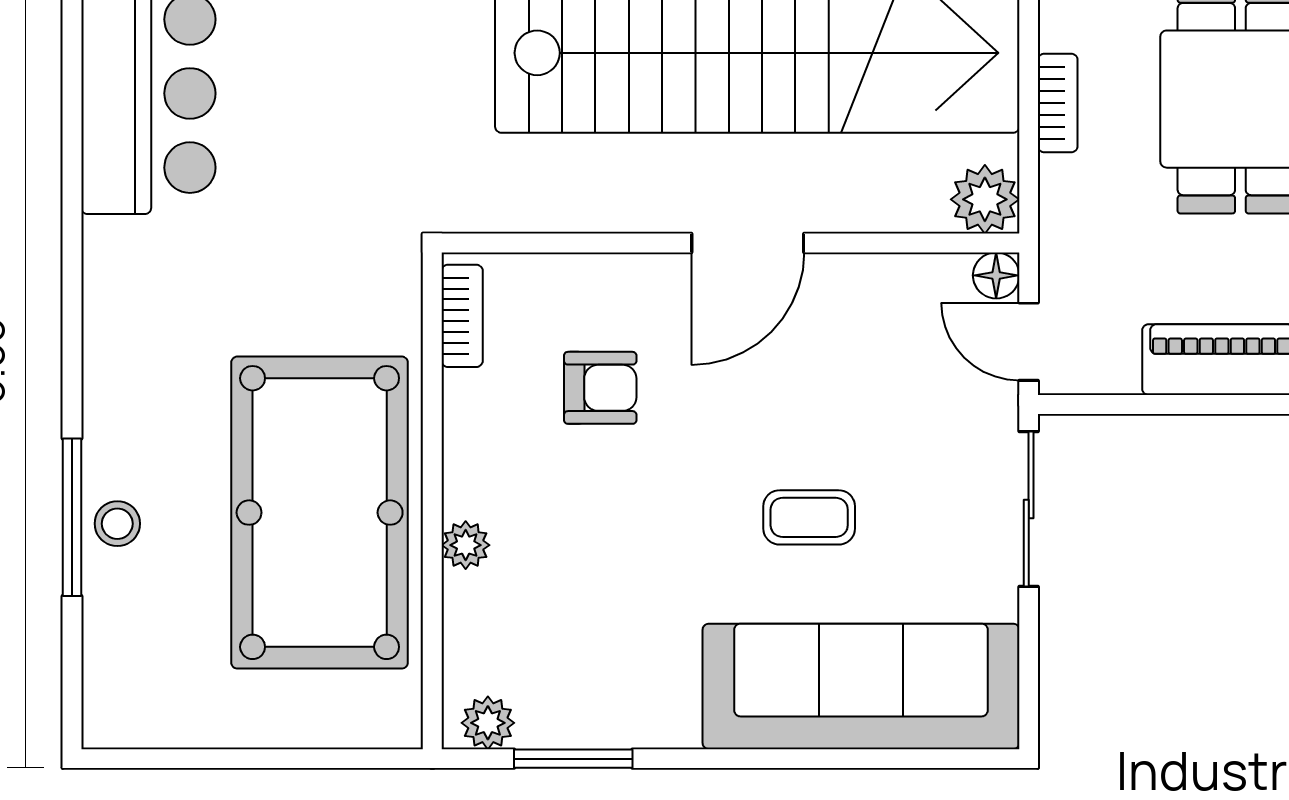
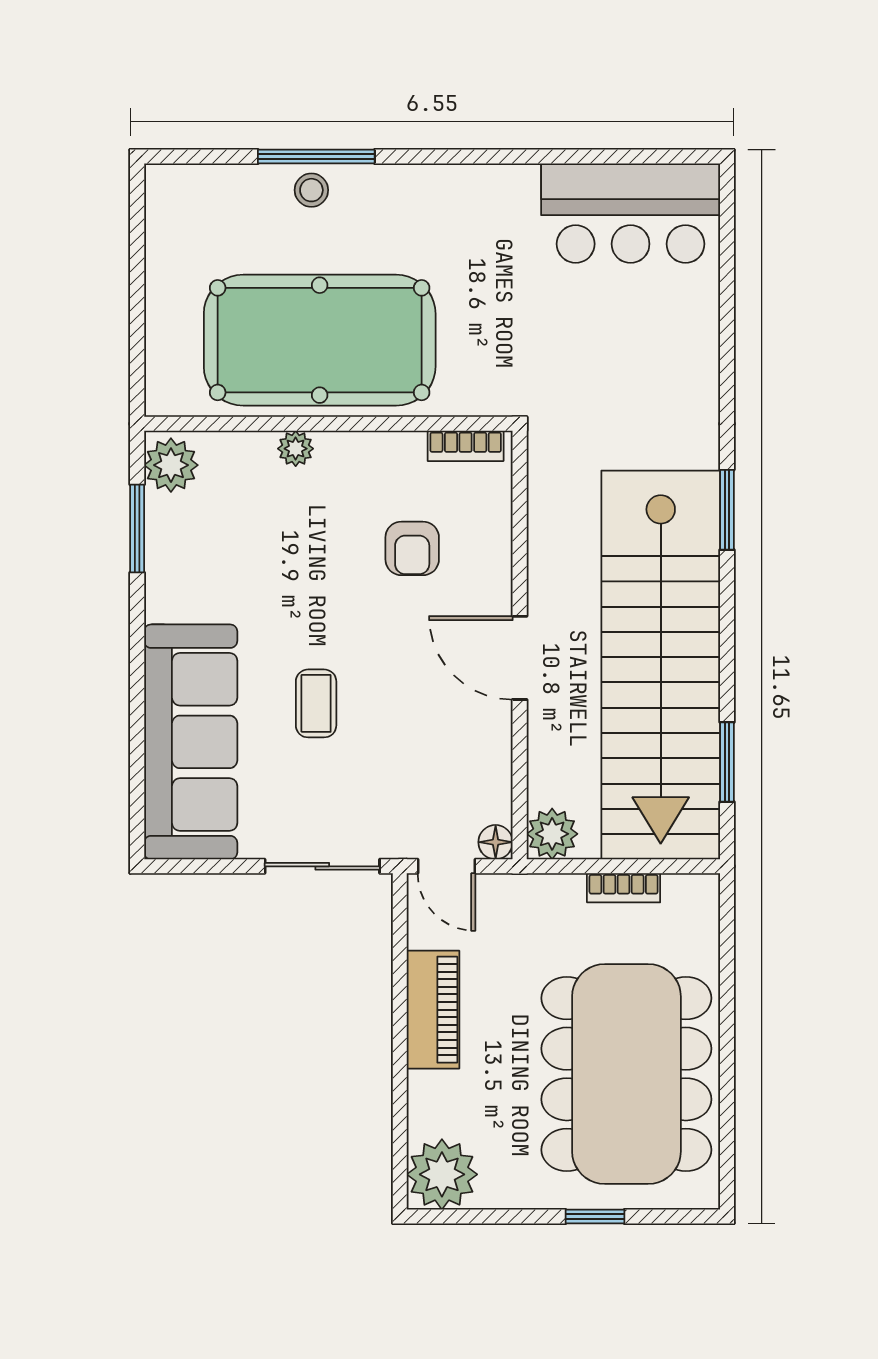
door: (1029, 342) -> (446, 866), swing flipped
plant: (488, 723) -> (171, 465), width x1.38, depth x1.38

